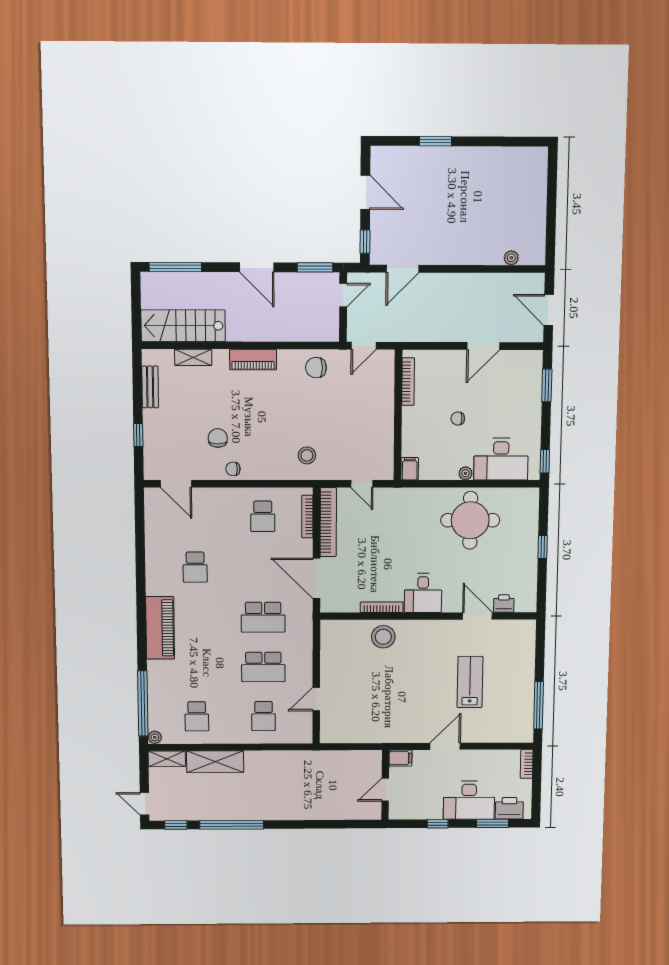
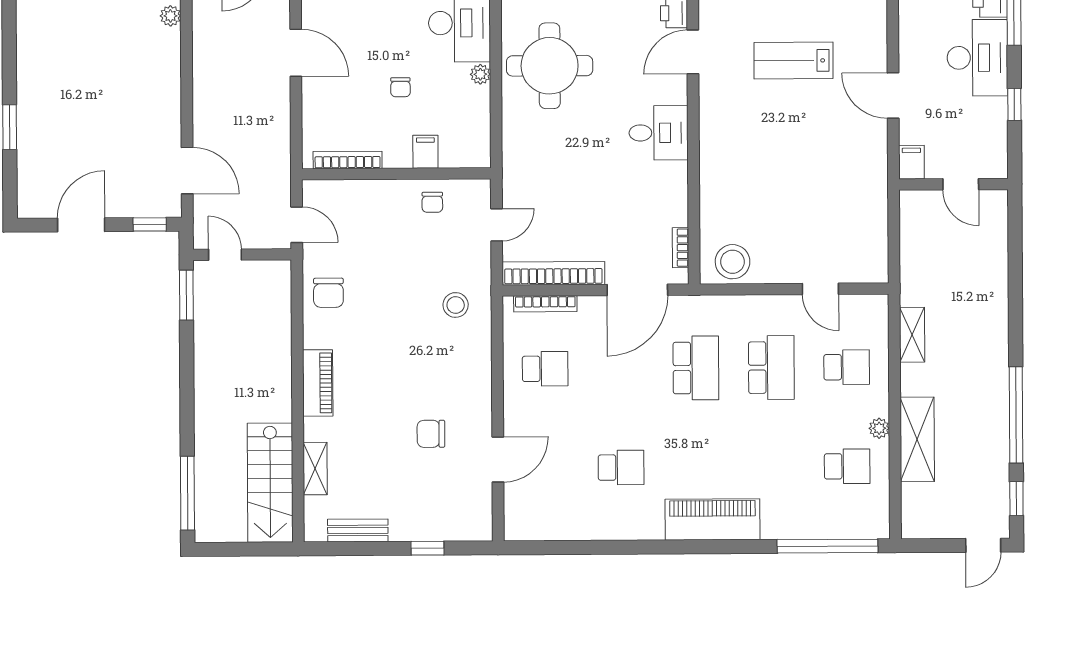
door: (257, 267) -> (187, 378), removed
chair: (233, 469) -> (432, 202), moved
filing cabinet: (410, 469) -> (425, 152), moved, turned 90
door: (176, 484) -> (498, 460), moved
bookcase: (382, 607) -> (681, 248), moved, width x0.64
stool: (383, 637) -> (733, 262), moved
plant: (155, 737) -> (879, 428), moved
shelving: (167, 759) -> (912, 335), moved

